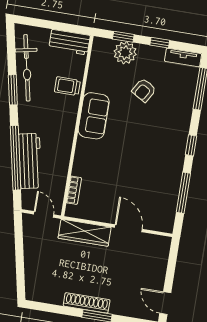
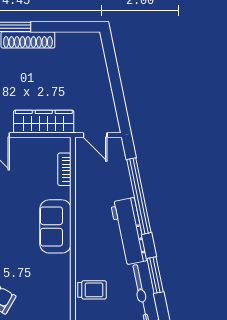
sofa: (94, 116) -> (55, 226), moved
workbench: (30, 161) -> (129, 231), moved

